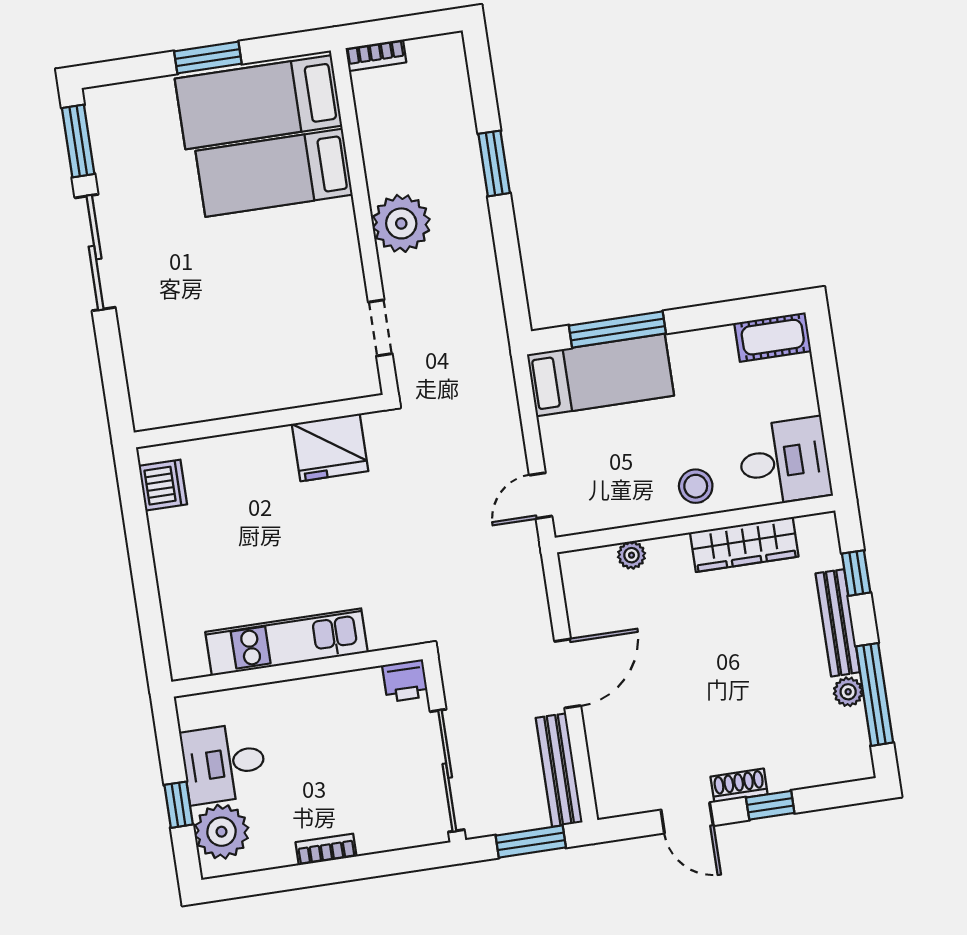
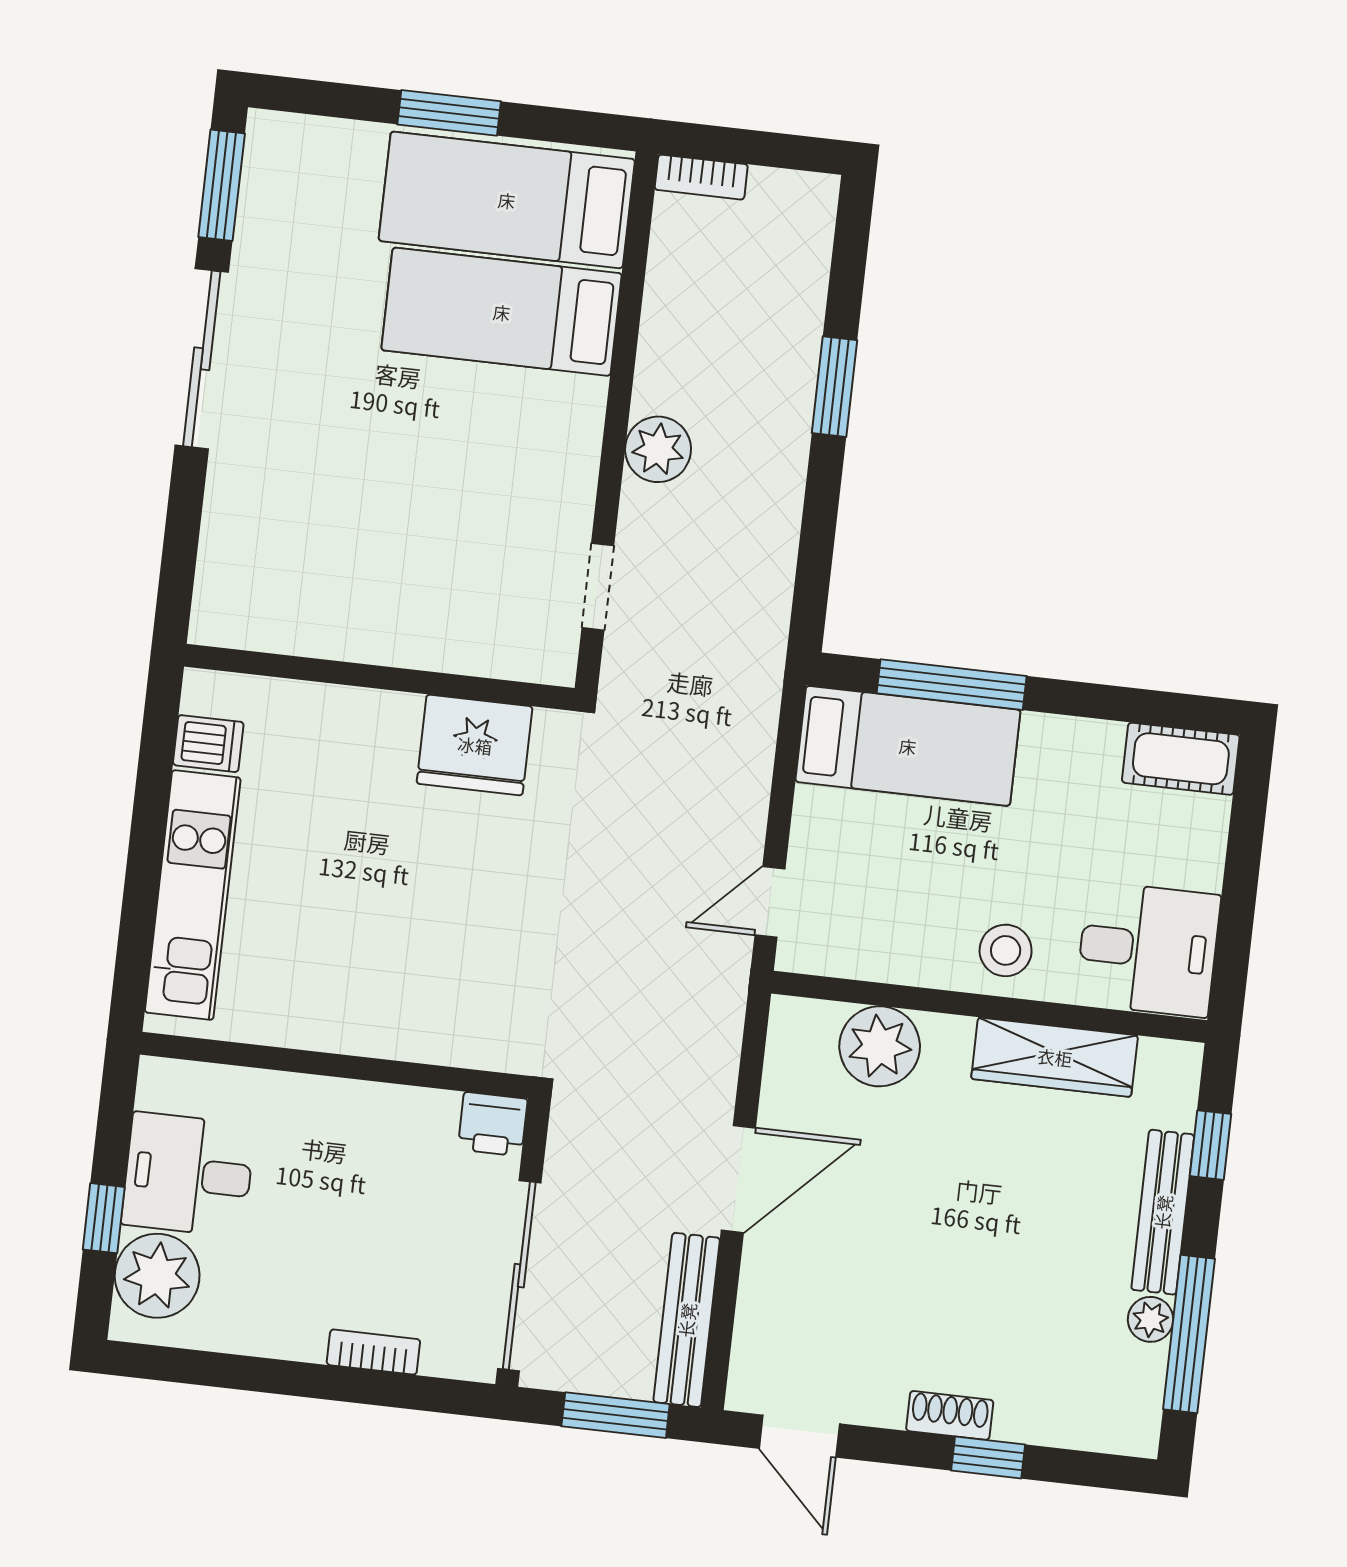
plant: (401, 223) -> (658, 449), width x0.73, depth x0.73
dishwasher: (163, 485) -> (208, 744), width x0.73
plant: (632, 555) -> (880, 1046), width x1.88, depth x1.88
kitchen unit: (287, 642) -> (193, 895), moved, turned 90
door: (687, 818) -> (799, 1436), moved
bookcase: (326, 849) -> (373, 1352), moved

